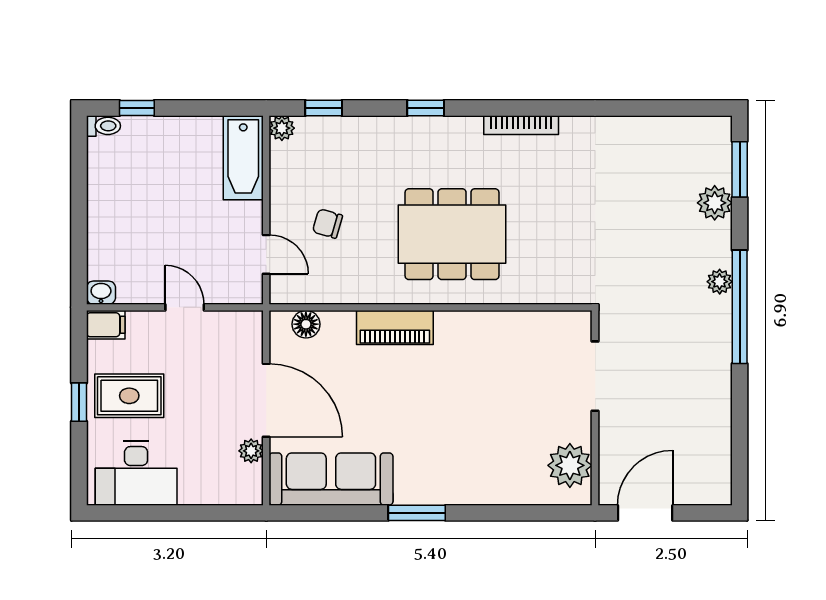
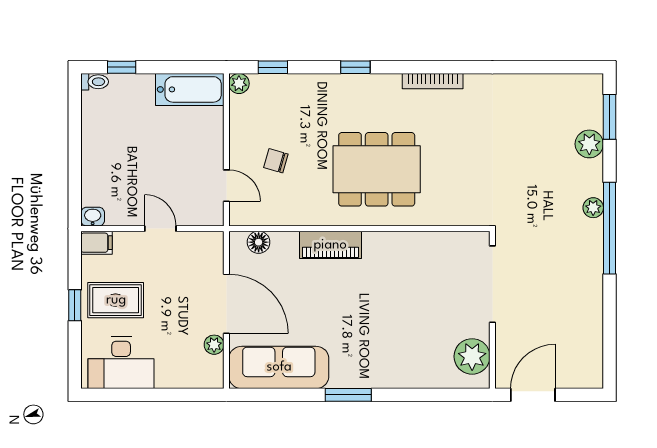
bathtub: (243, 158) -> (190, 89), moved, turned -90
doorway: (595, 376) -> (492, 284), width x1.36

